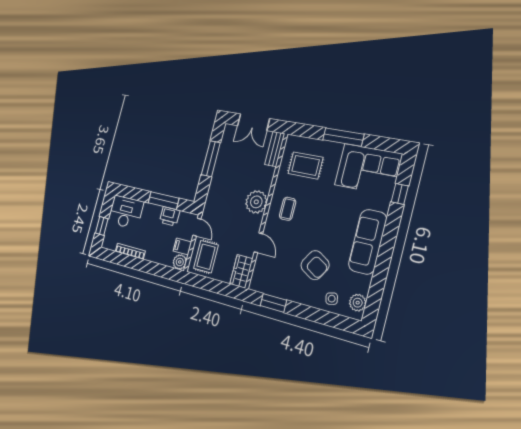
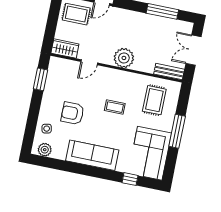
coffee table: (288, 209) -> (115, 107), moved
armchair: (315, 265) -> (72, 113), turned 59

